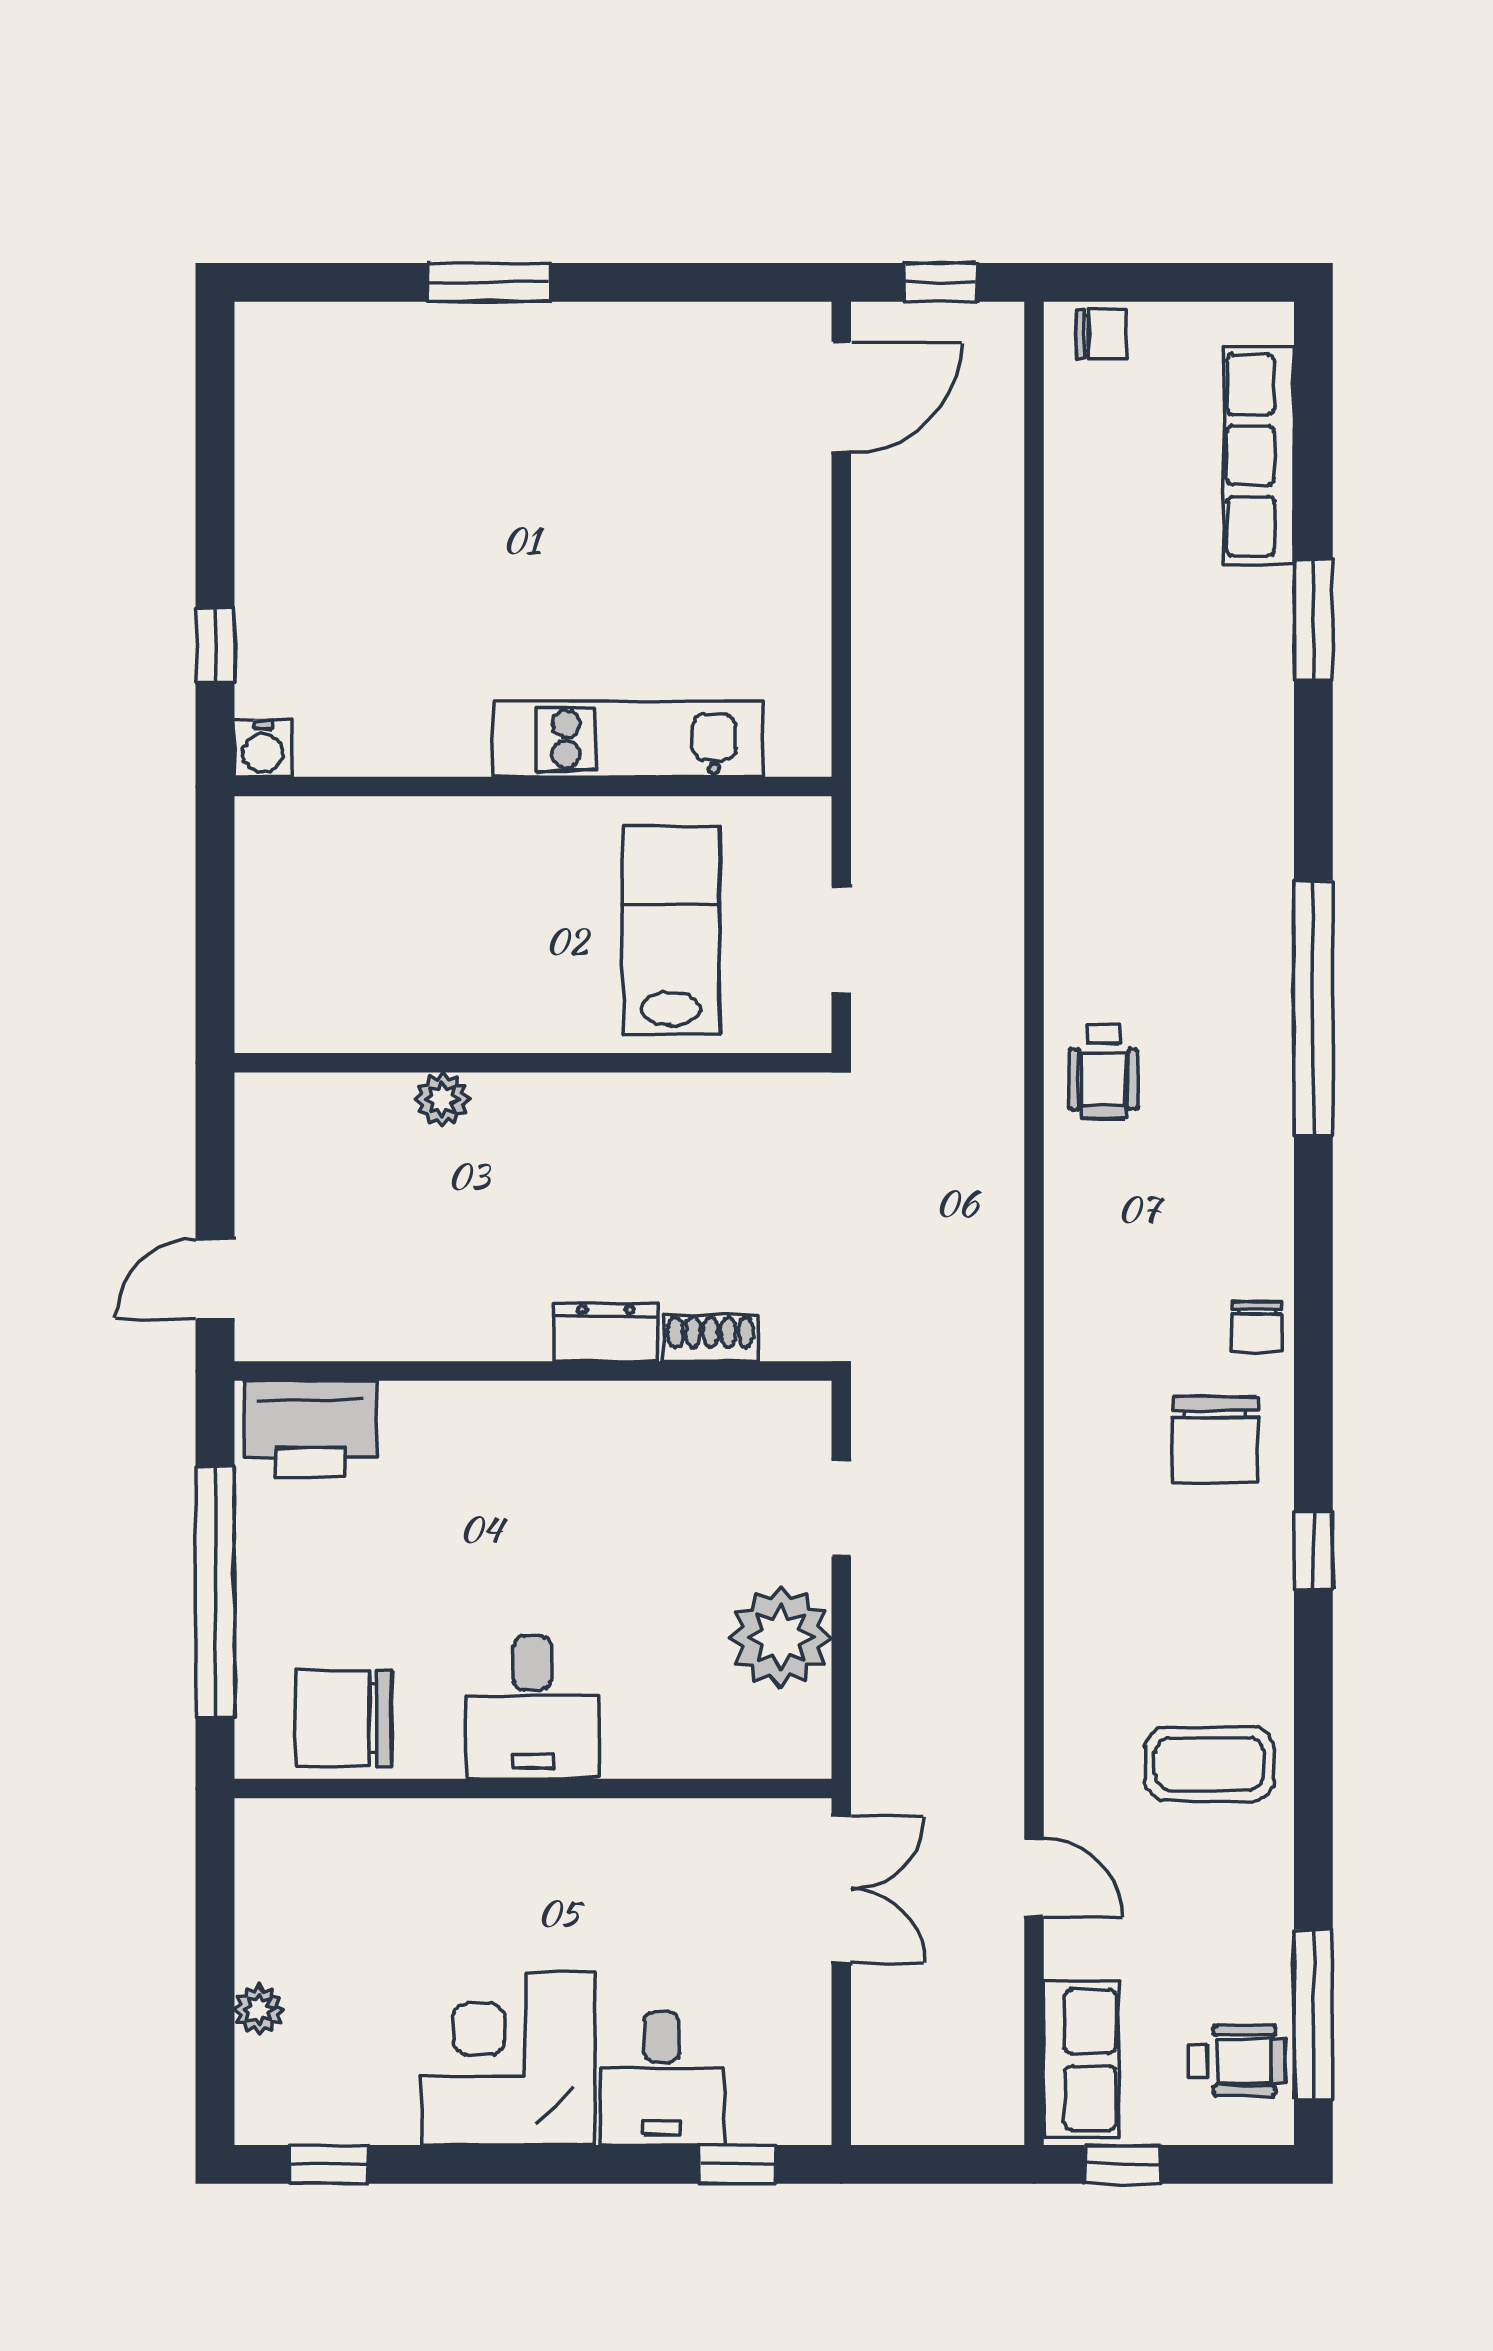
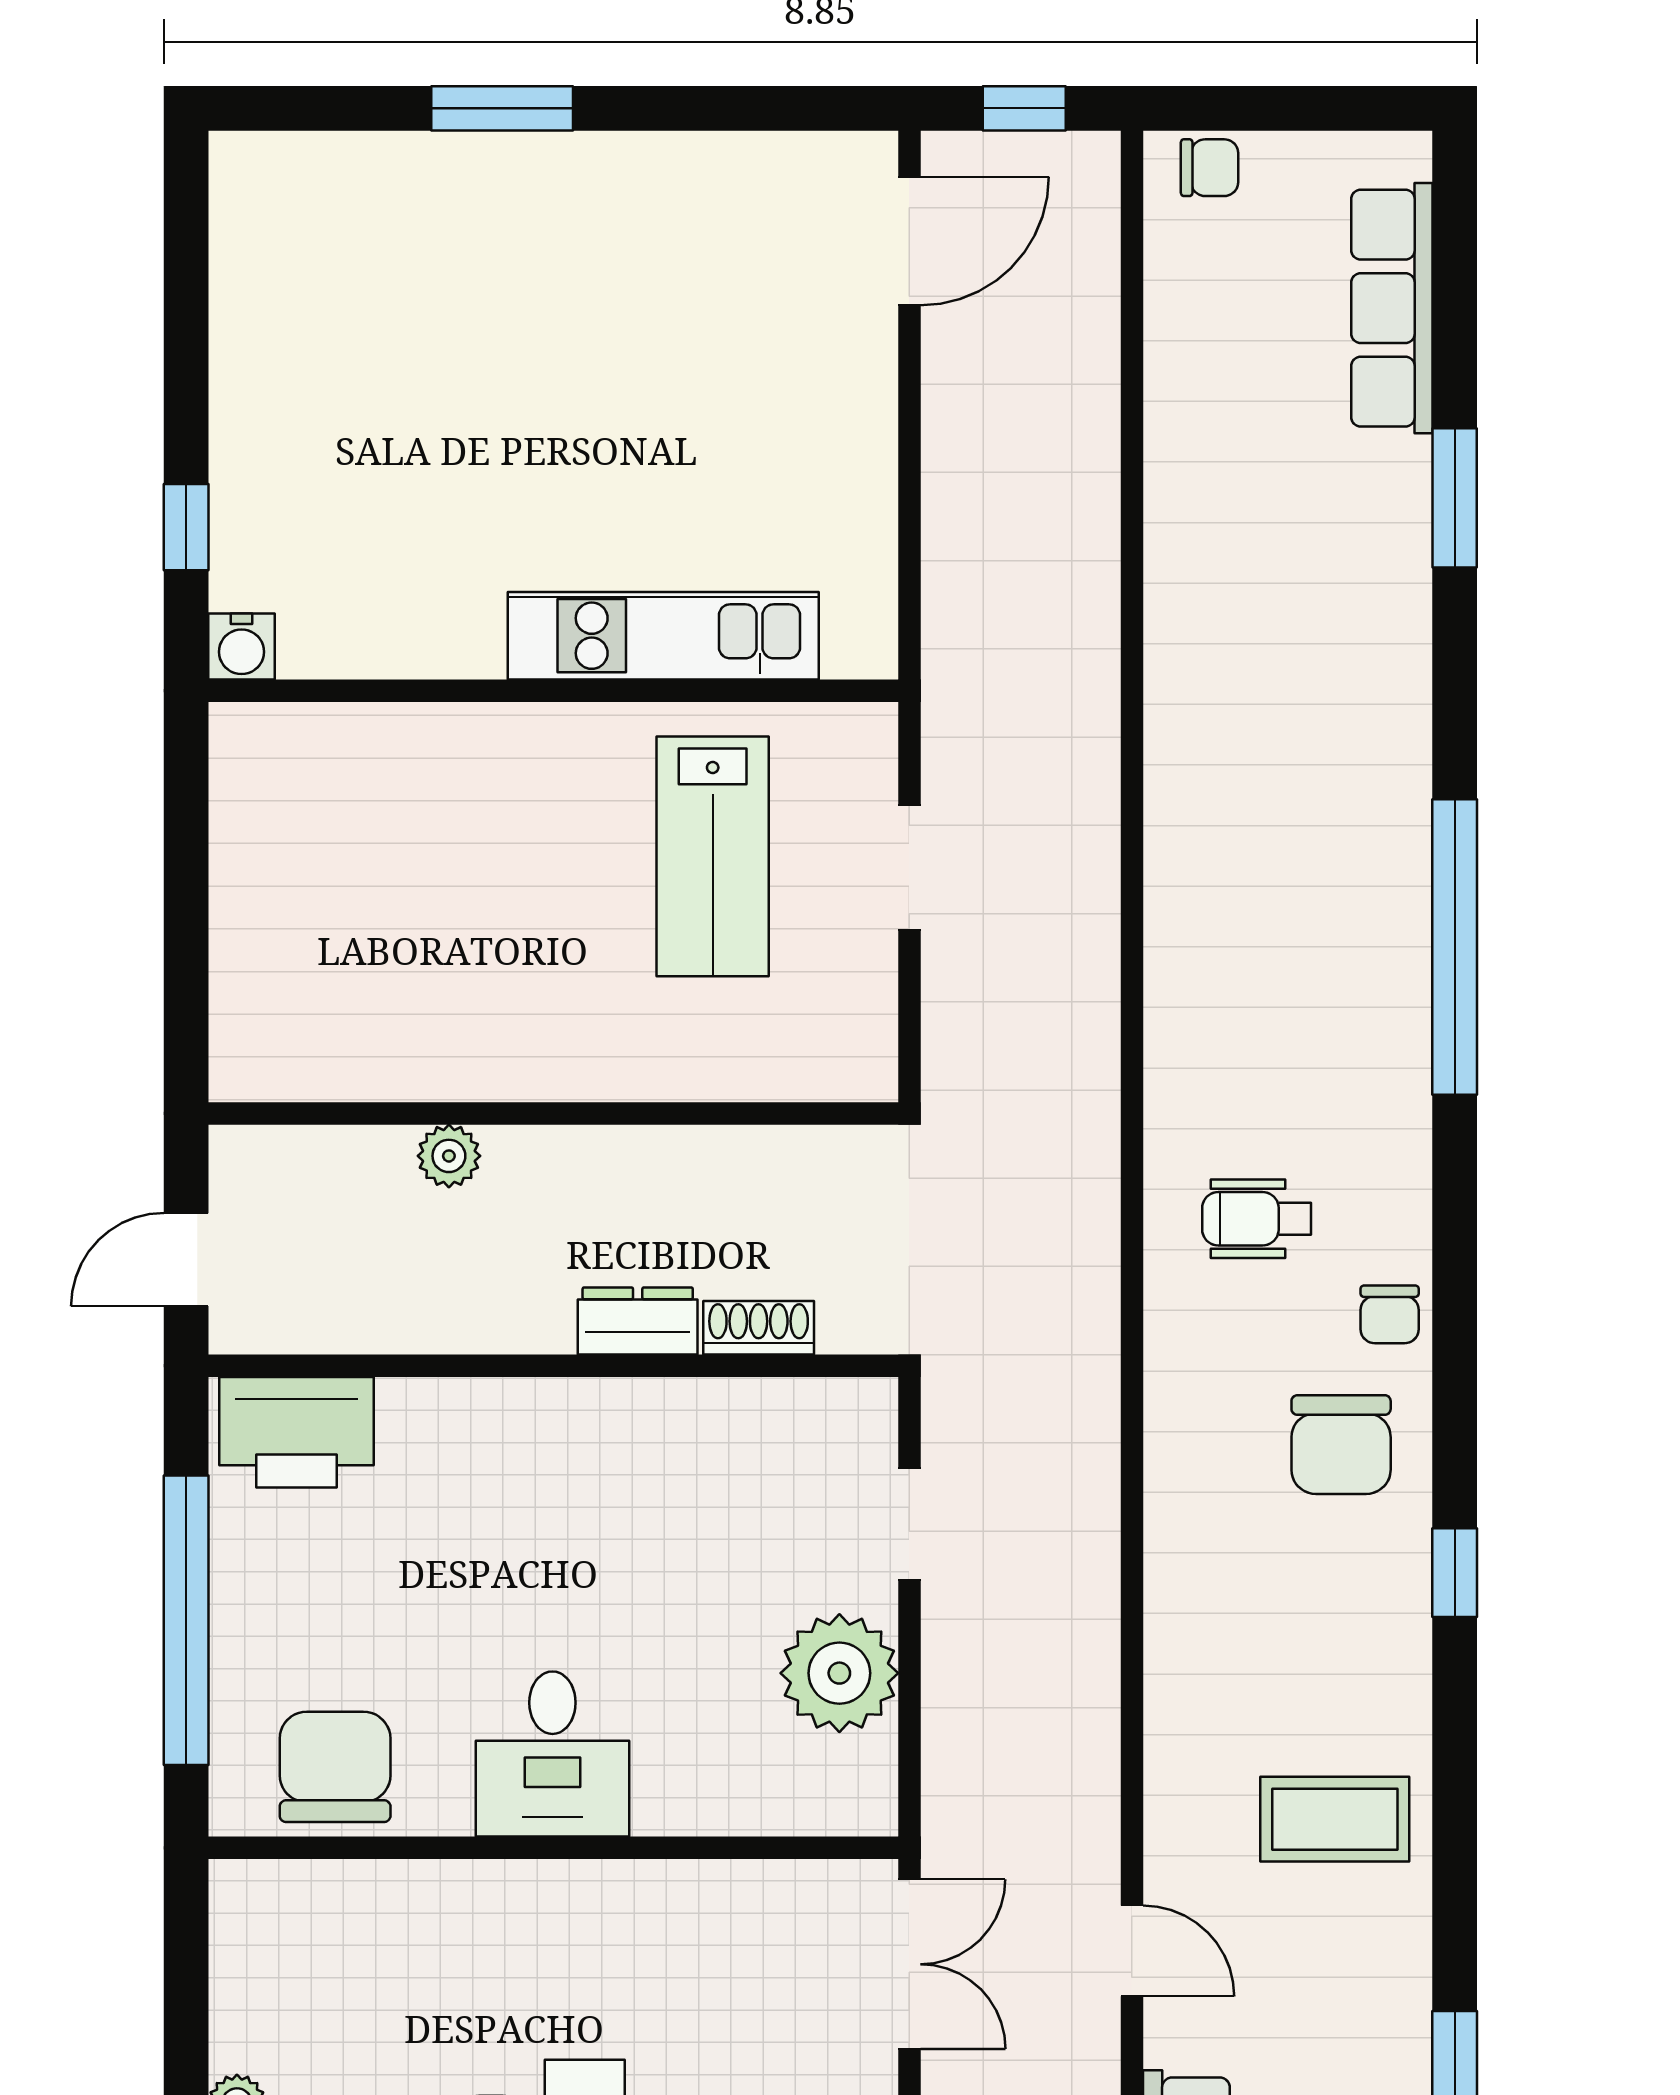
lab bench: (671, 930) -> (713, 856), turned 180
wall: (533, 1063) -> (553, 1113), moved
wheelchair: (1103, 1072) -> (1257, 1219), moved, turned 90
plant: (442, 1100) -> (449, 1156), moved
chair: (344, 1718) -> (335, 1767), turned 90

